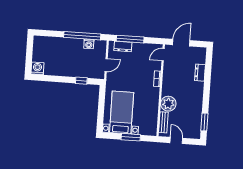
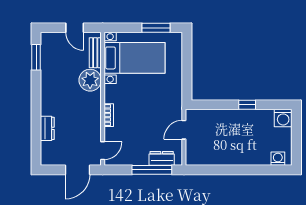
window: (82, 36) -> (222, 170), removed
washing machine: (89, 44) -> (278, 159), moved
window: (81, 81) -> (247, 105), moved
bed with nightstands: (122, 113) -> (134, 58), moved, turned -90
window: (131, 137) -> (156, 28), moved

